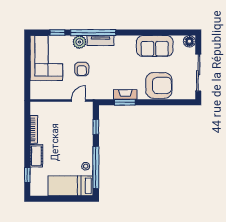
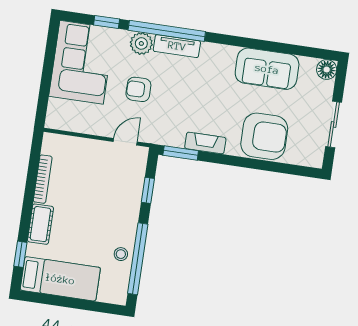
armchair: (82, 69) -> (138, 89), turned 90
sliding door: (198, 73) -> (334, 124), width x0.73
window: (125, 102) -> (181, 153), moved
bed: (71, 186) -> (60, 279), moved, turned 180

